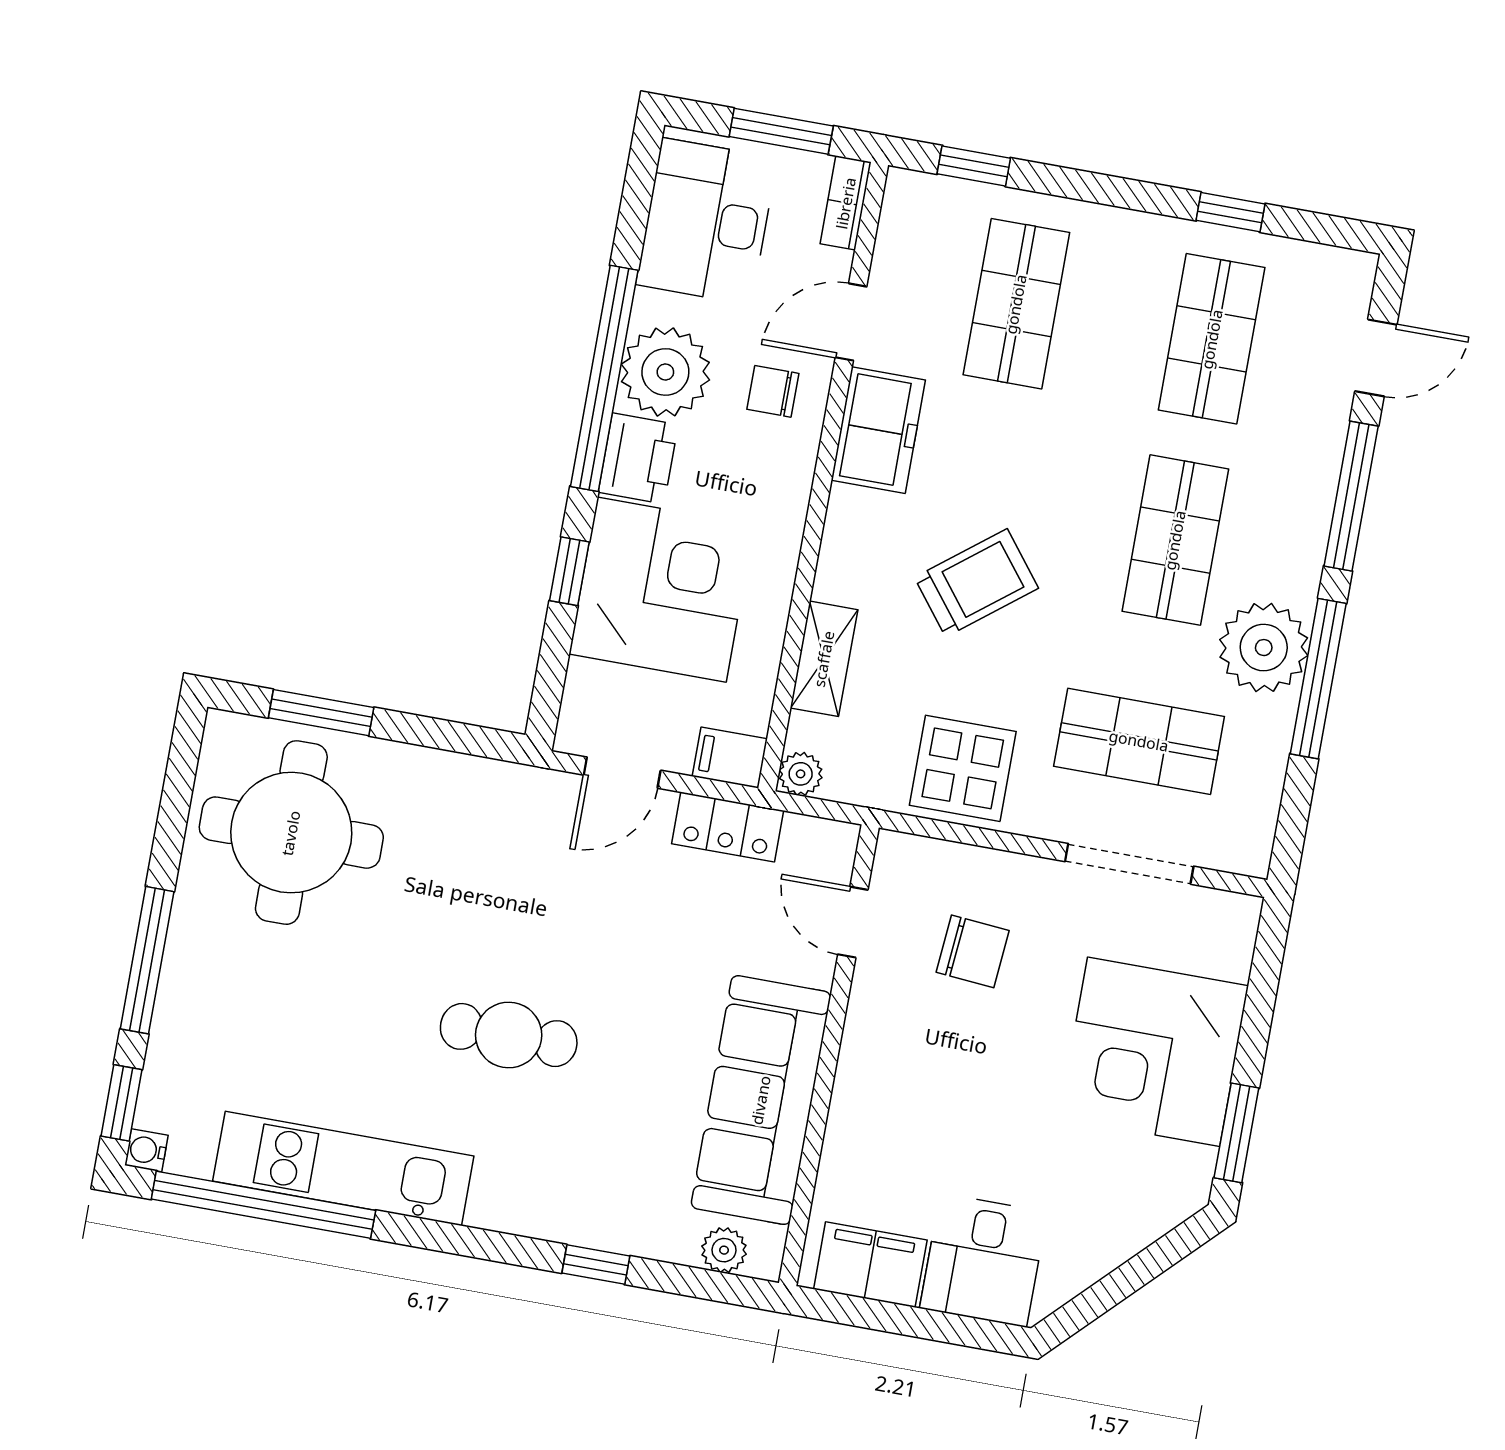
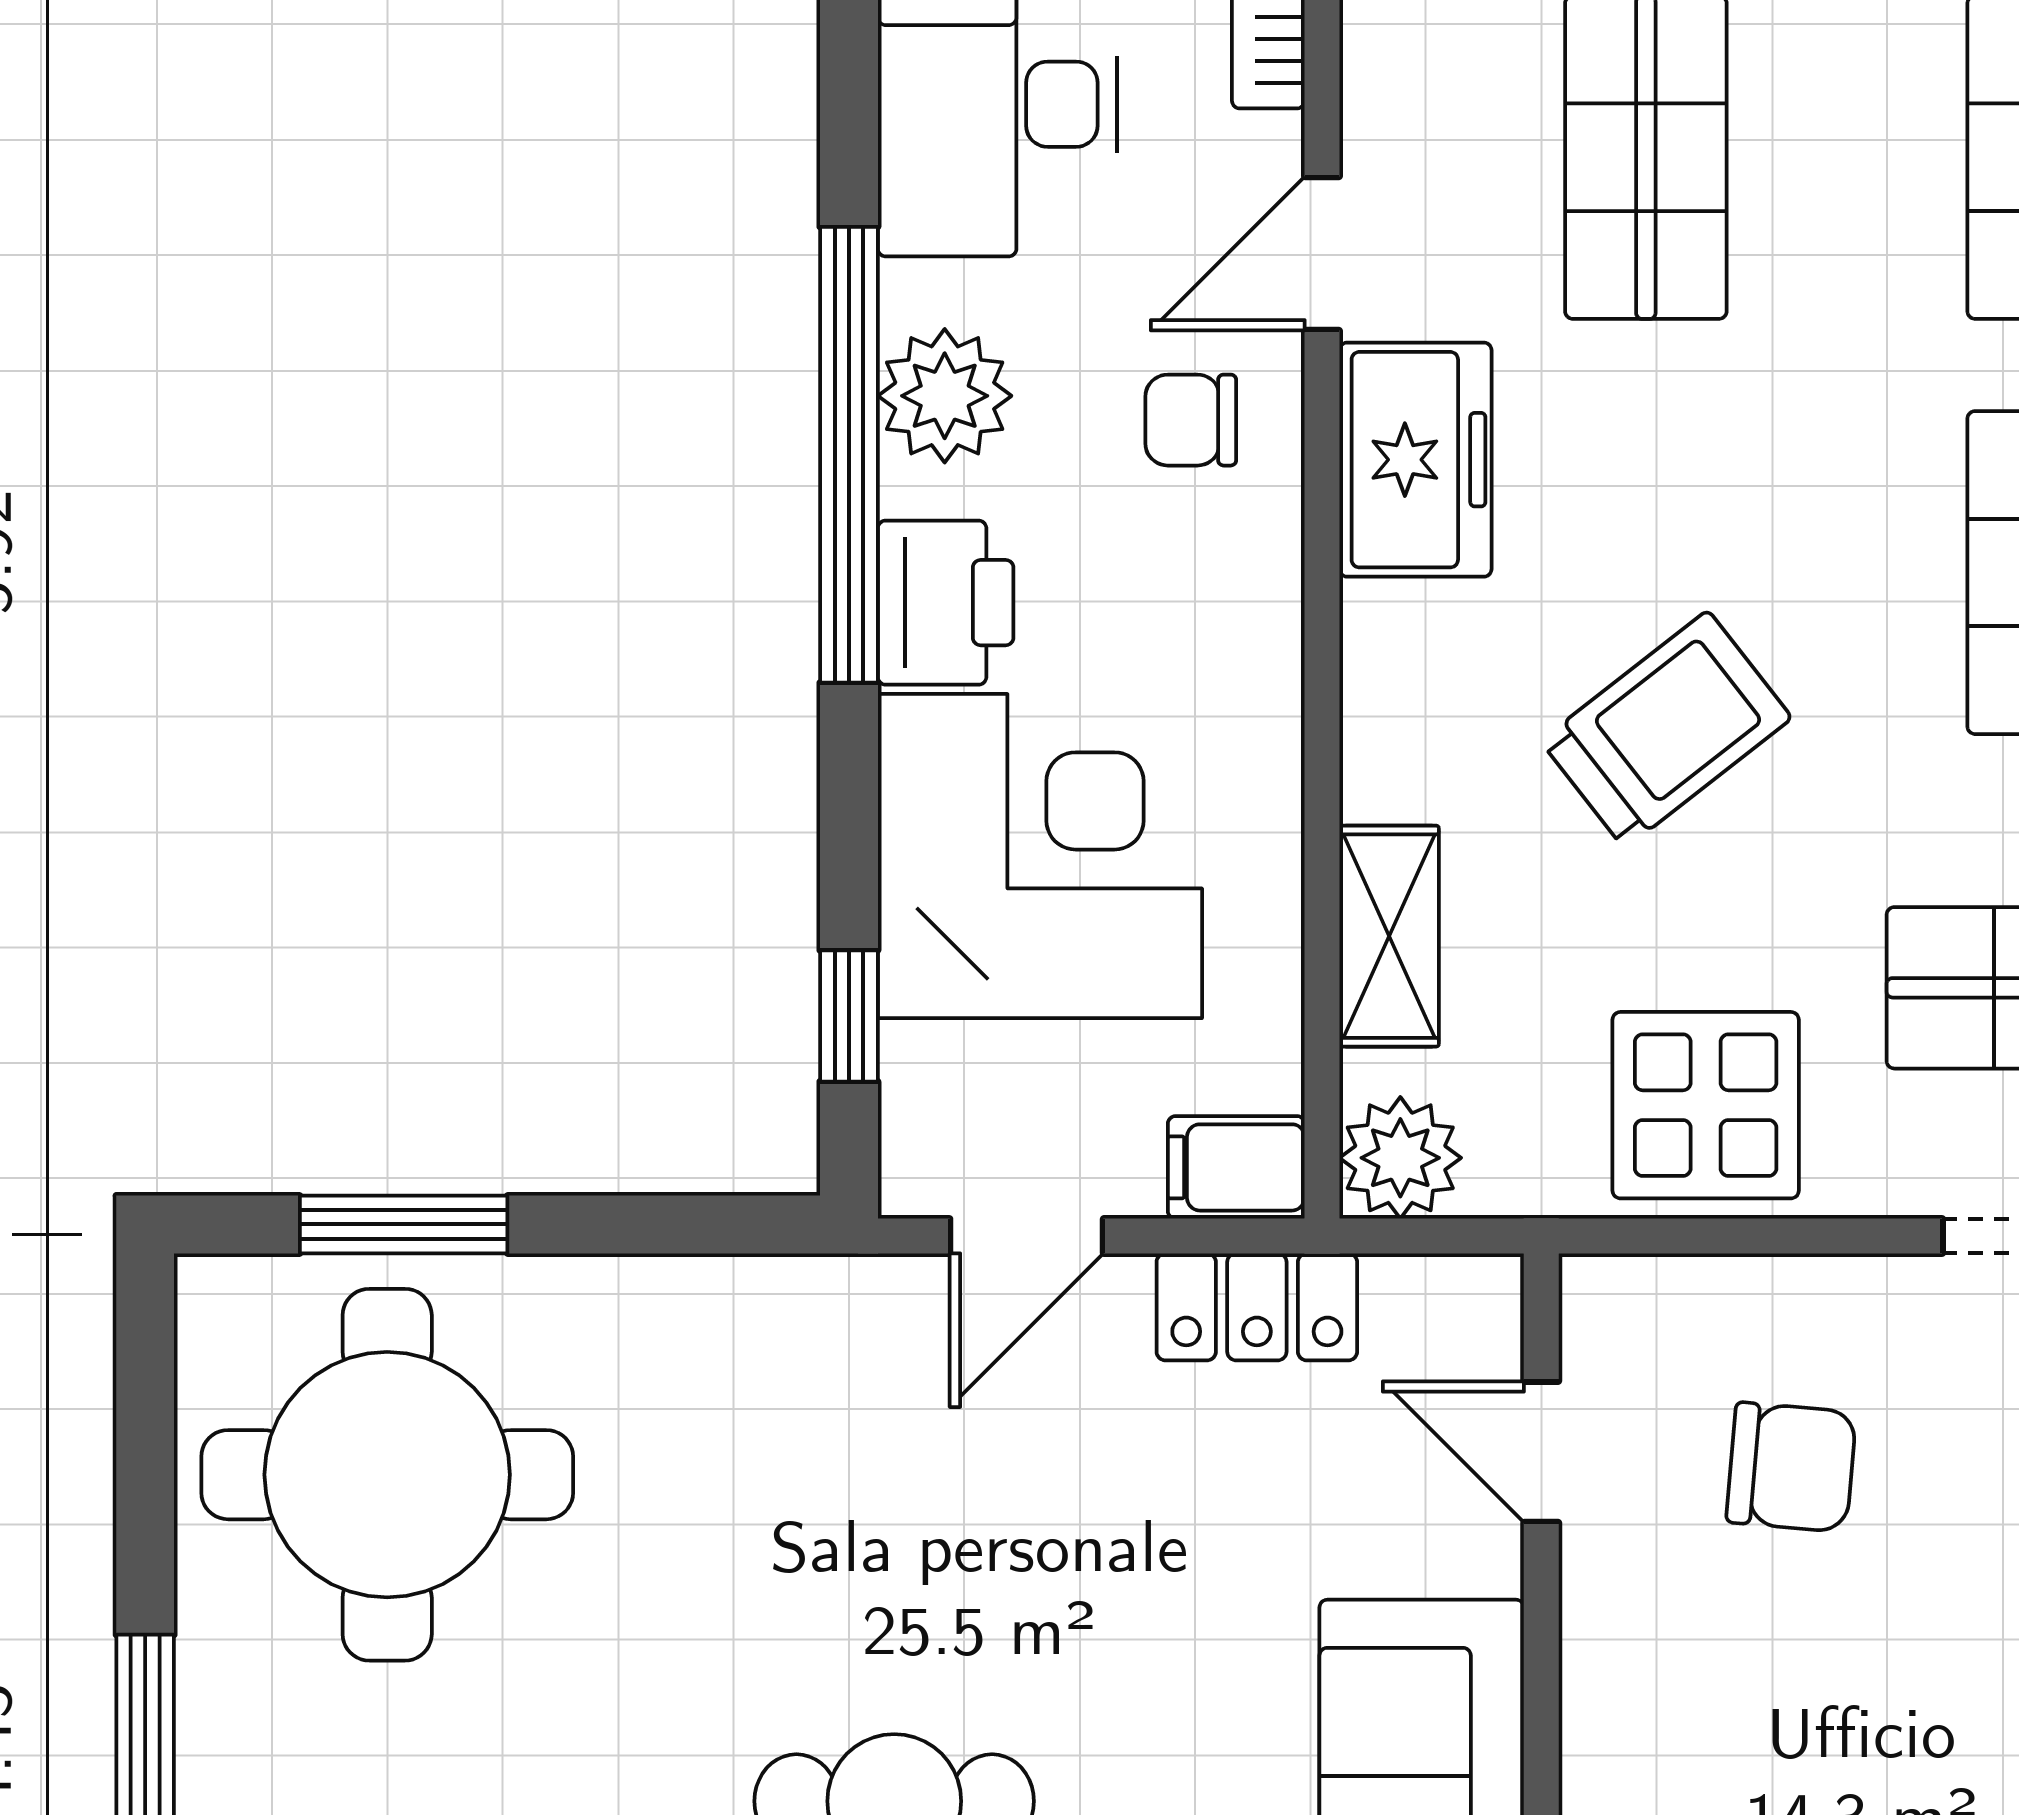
plant: (665, 372) -> (945, 396), width x0.73, depth x0.73
window: (569, 571) -> (849, 1016), moved
plant: (801, 774) -> (1400, 1158), width x1.38, depth x1.38

